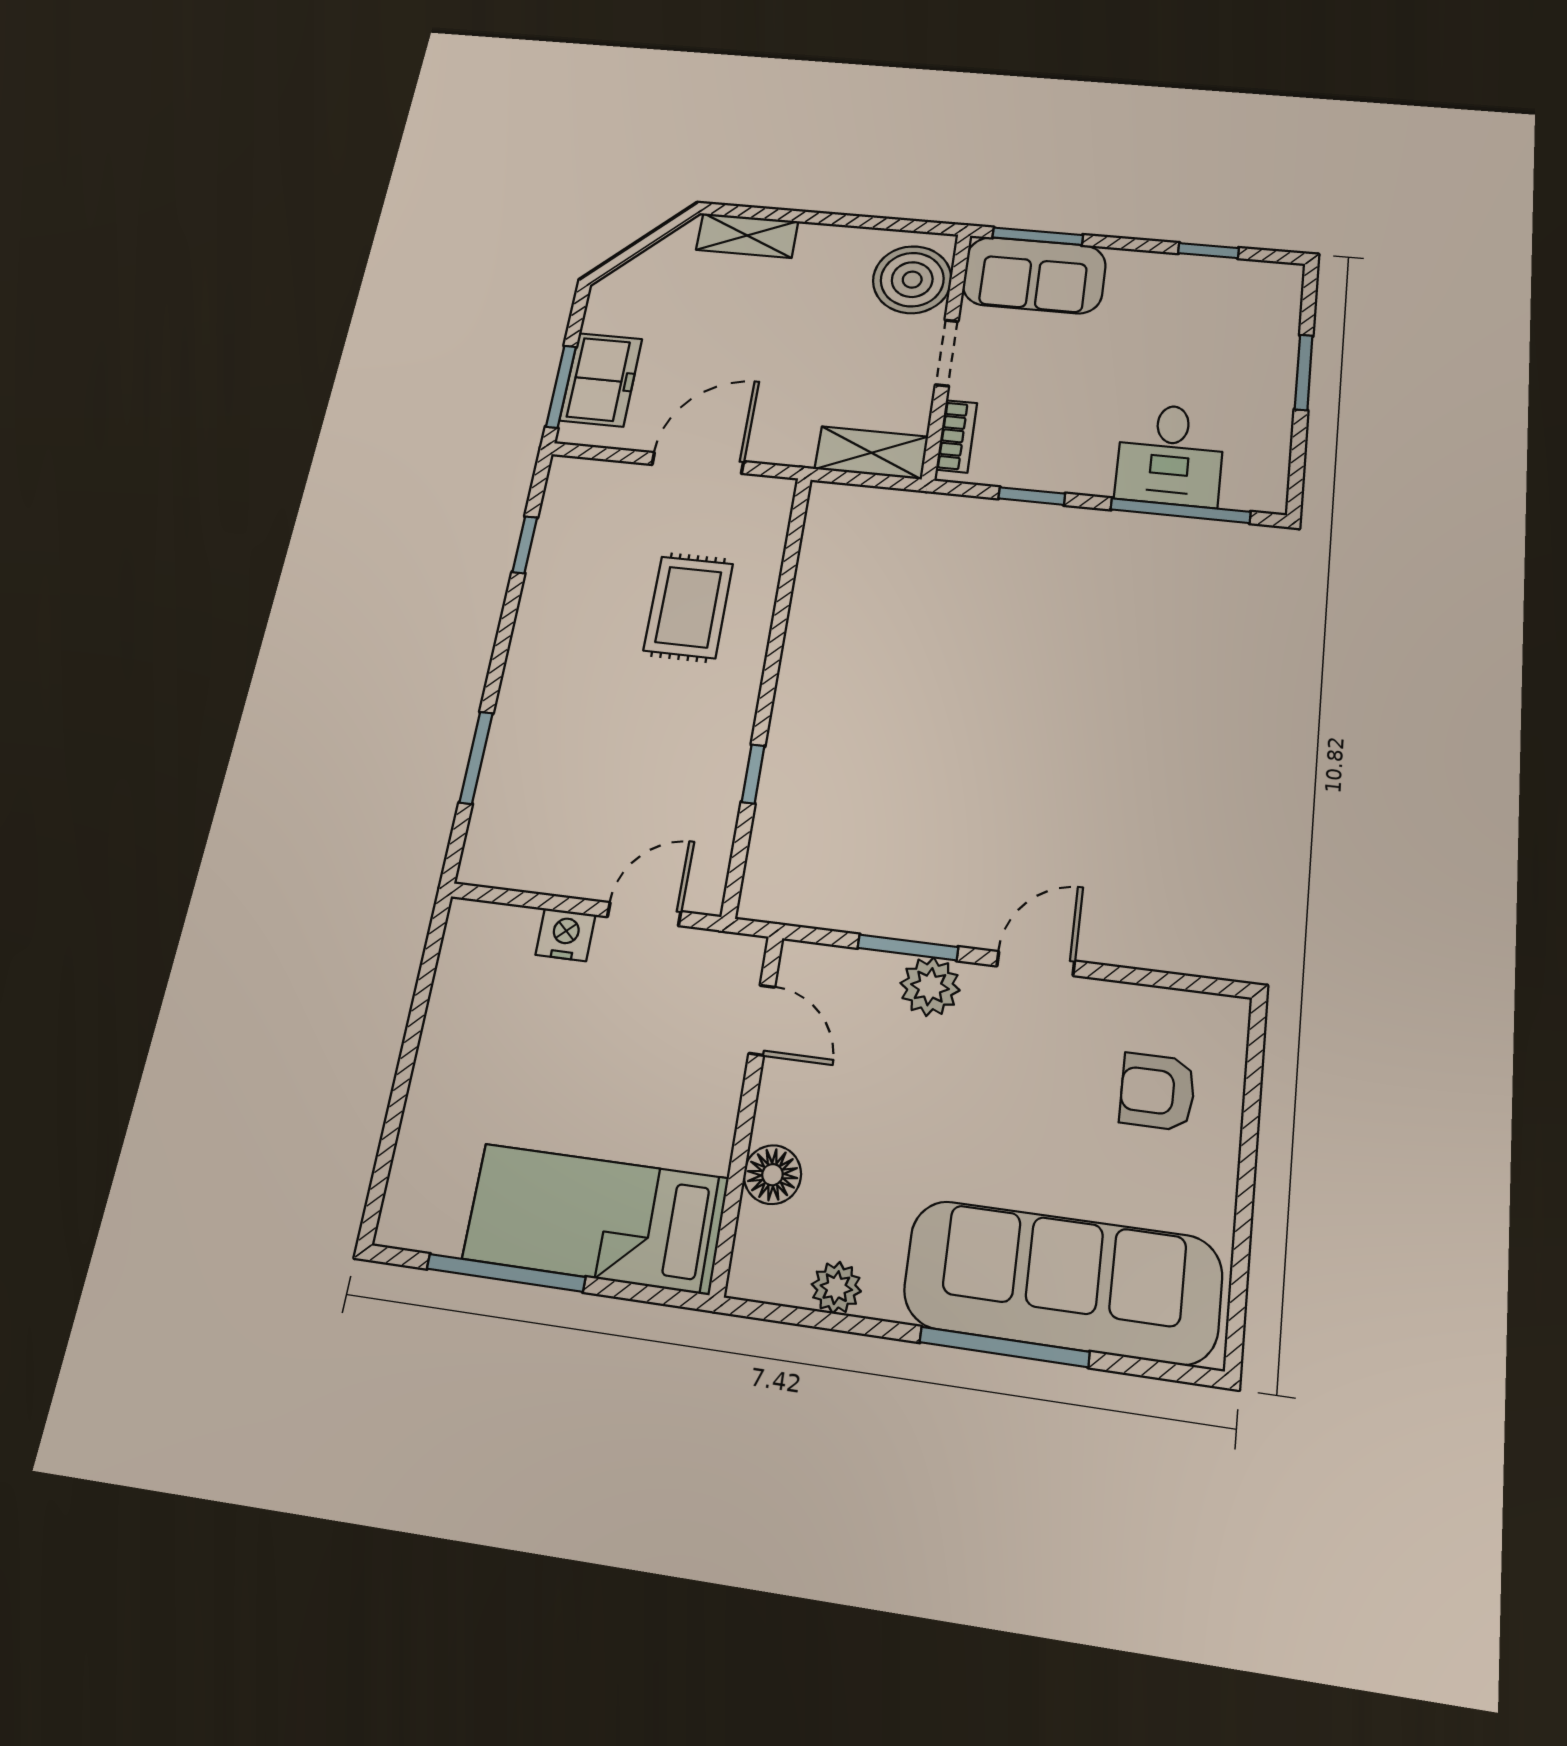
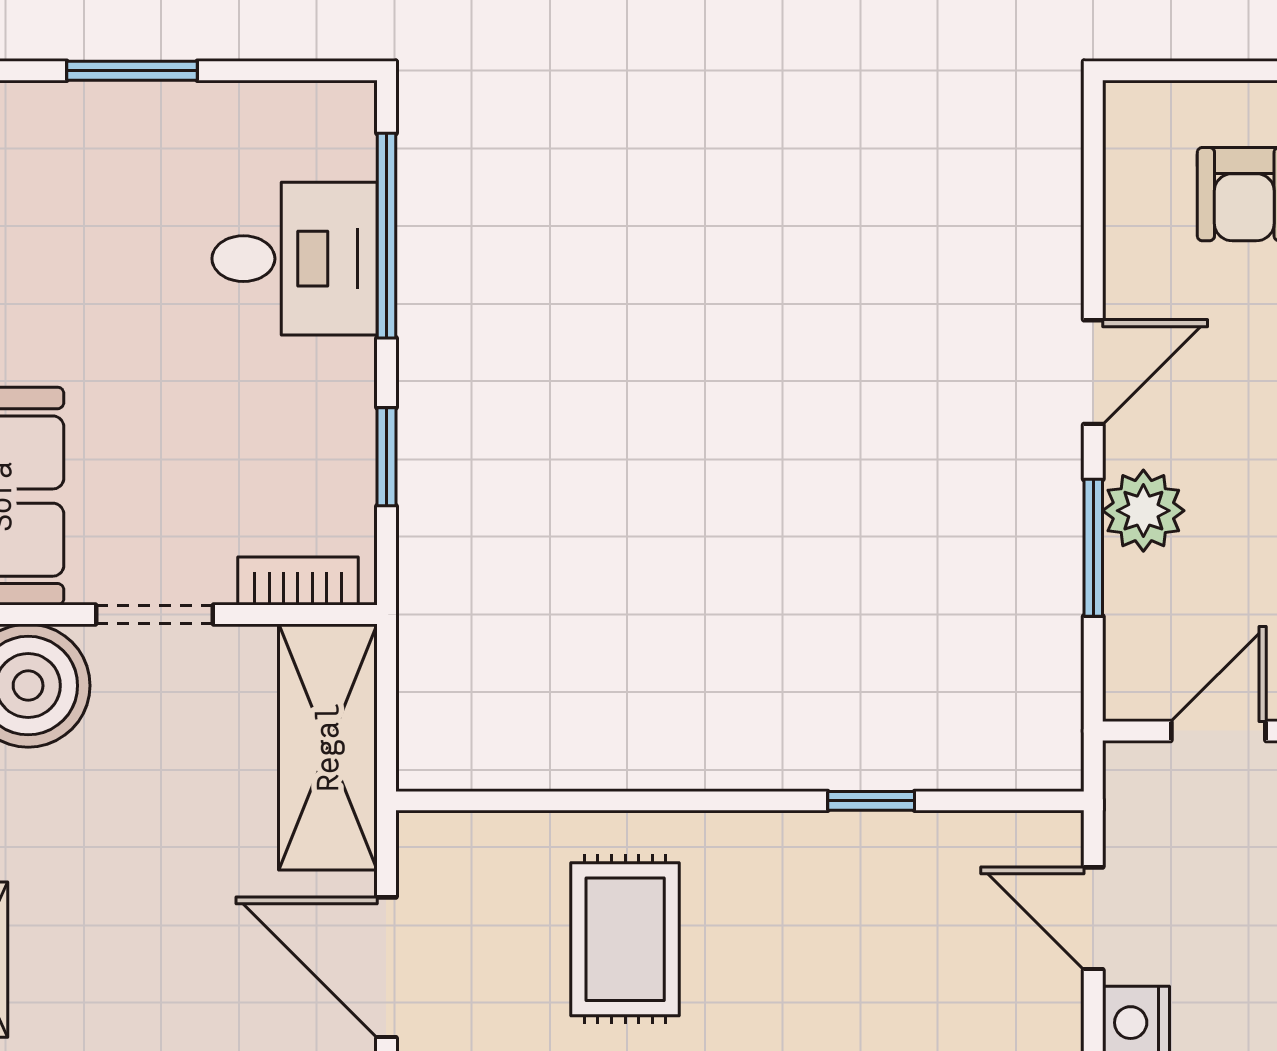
shelving: (871, 453) -> (328, 747), width x1.50, depth x1.33
rug: (688, 607) -> (625, 939), turned 90
door: (1036, 964) -> (1093, 372), swing flipped

